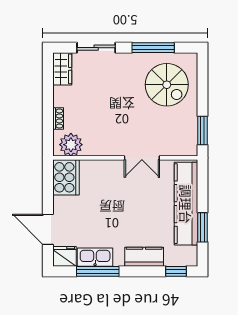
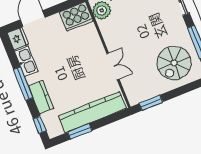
double door: (142, 158) -> (113, 66), swing flipped
window: (98, 271) -> (23, 84), moved

